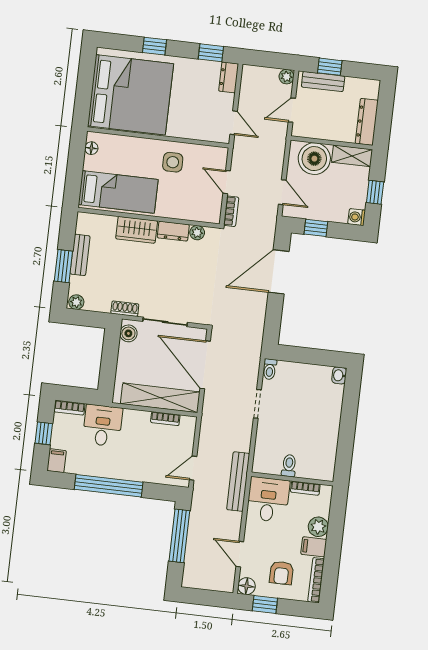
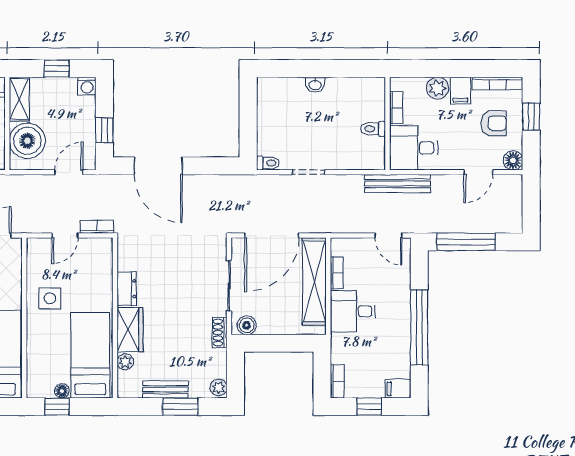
floor lamp: (91, 148) -> (62, 391), moved
window: (76, 157) -> (57, 407), added
plant: (197, 233) -> (125, 362), moved
washbasin: (339, 375) -> (315, 85), moved
desk: (102, 425) -> (353, 311), moved
window: (265, 604) -> (531, 117), moved

